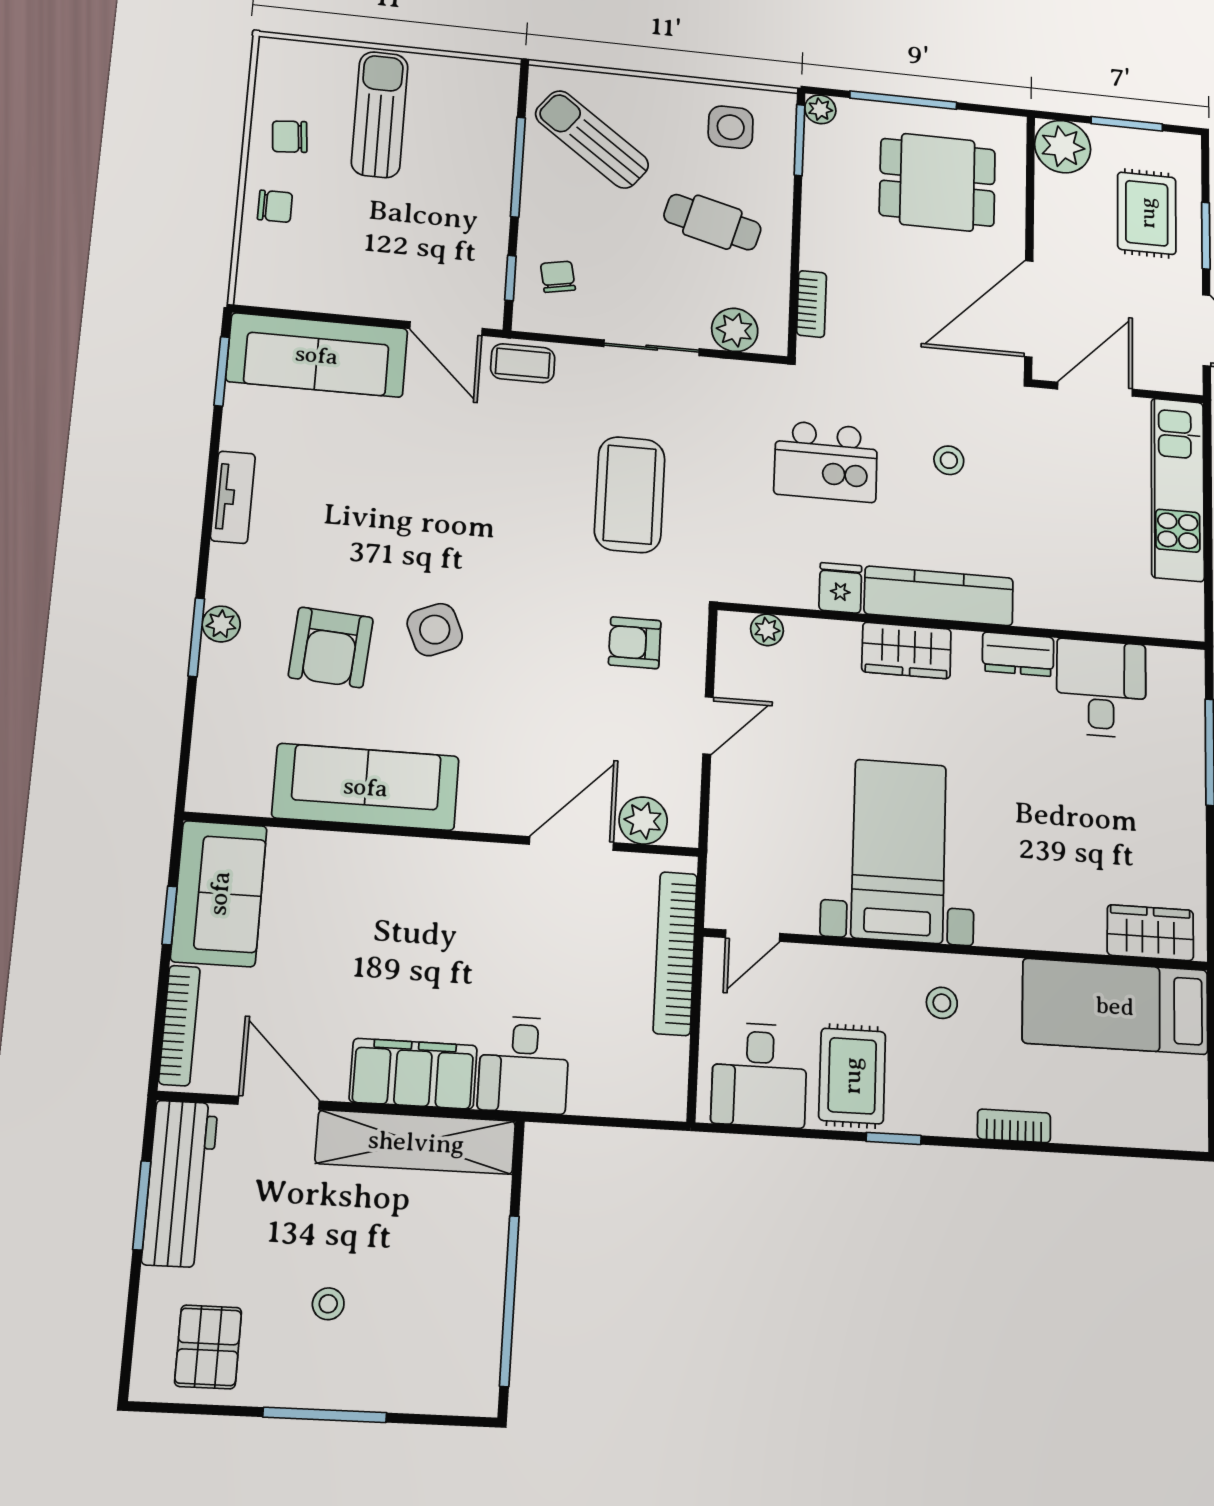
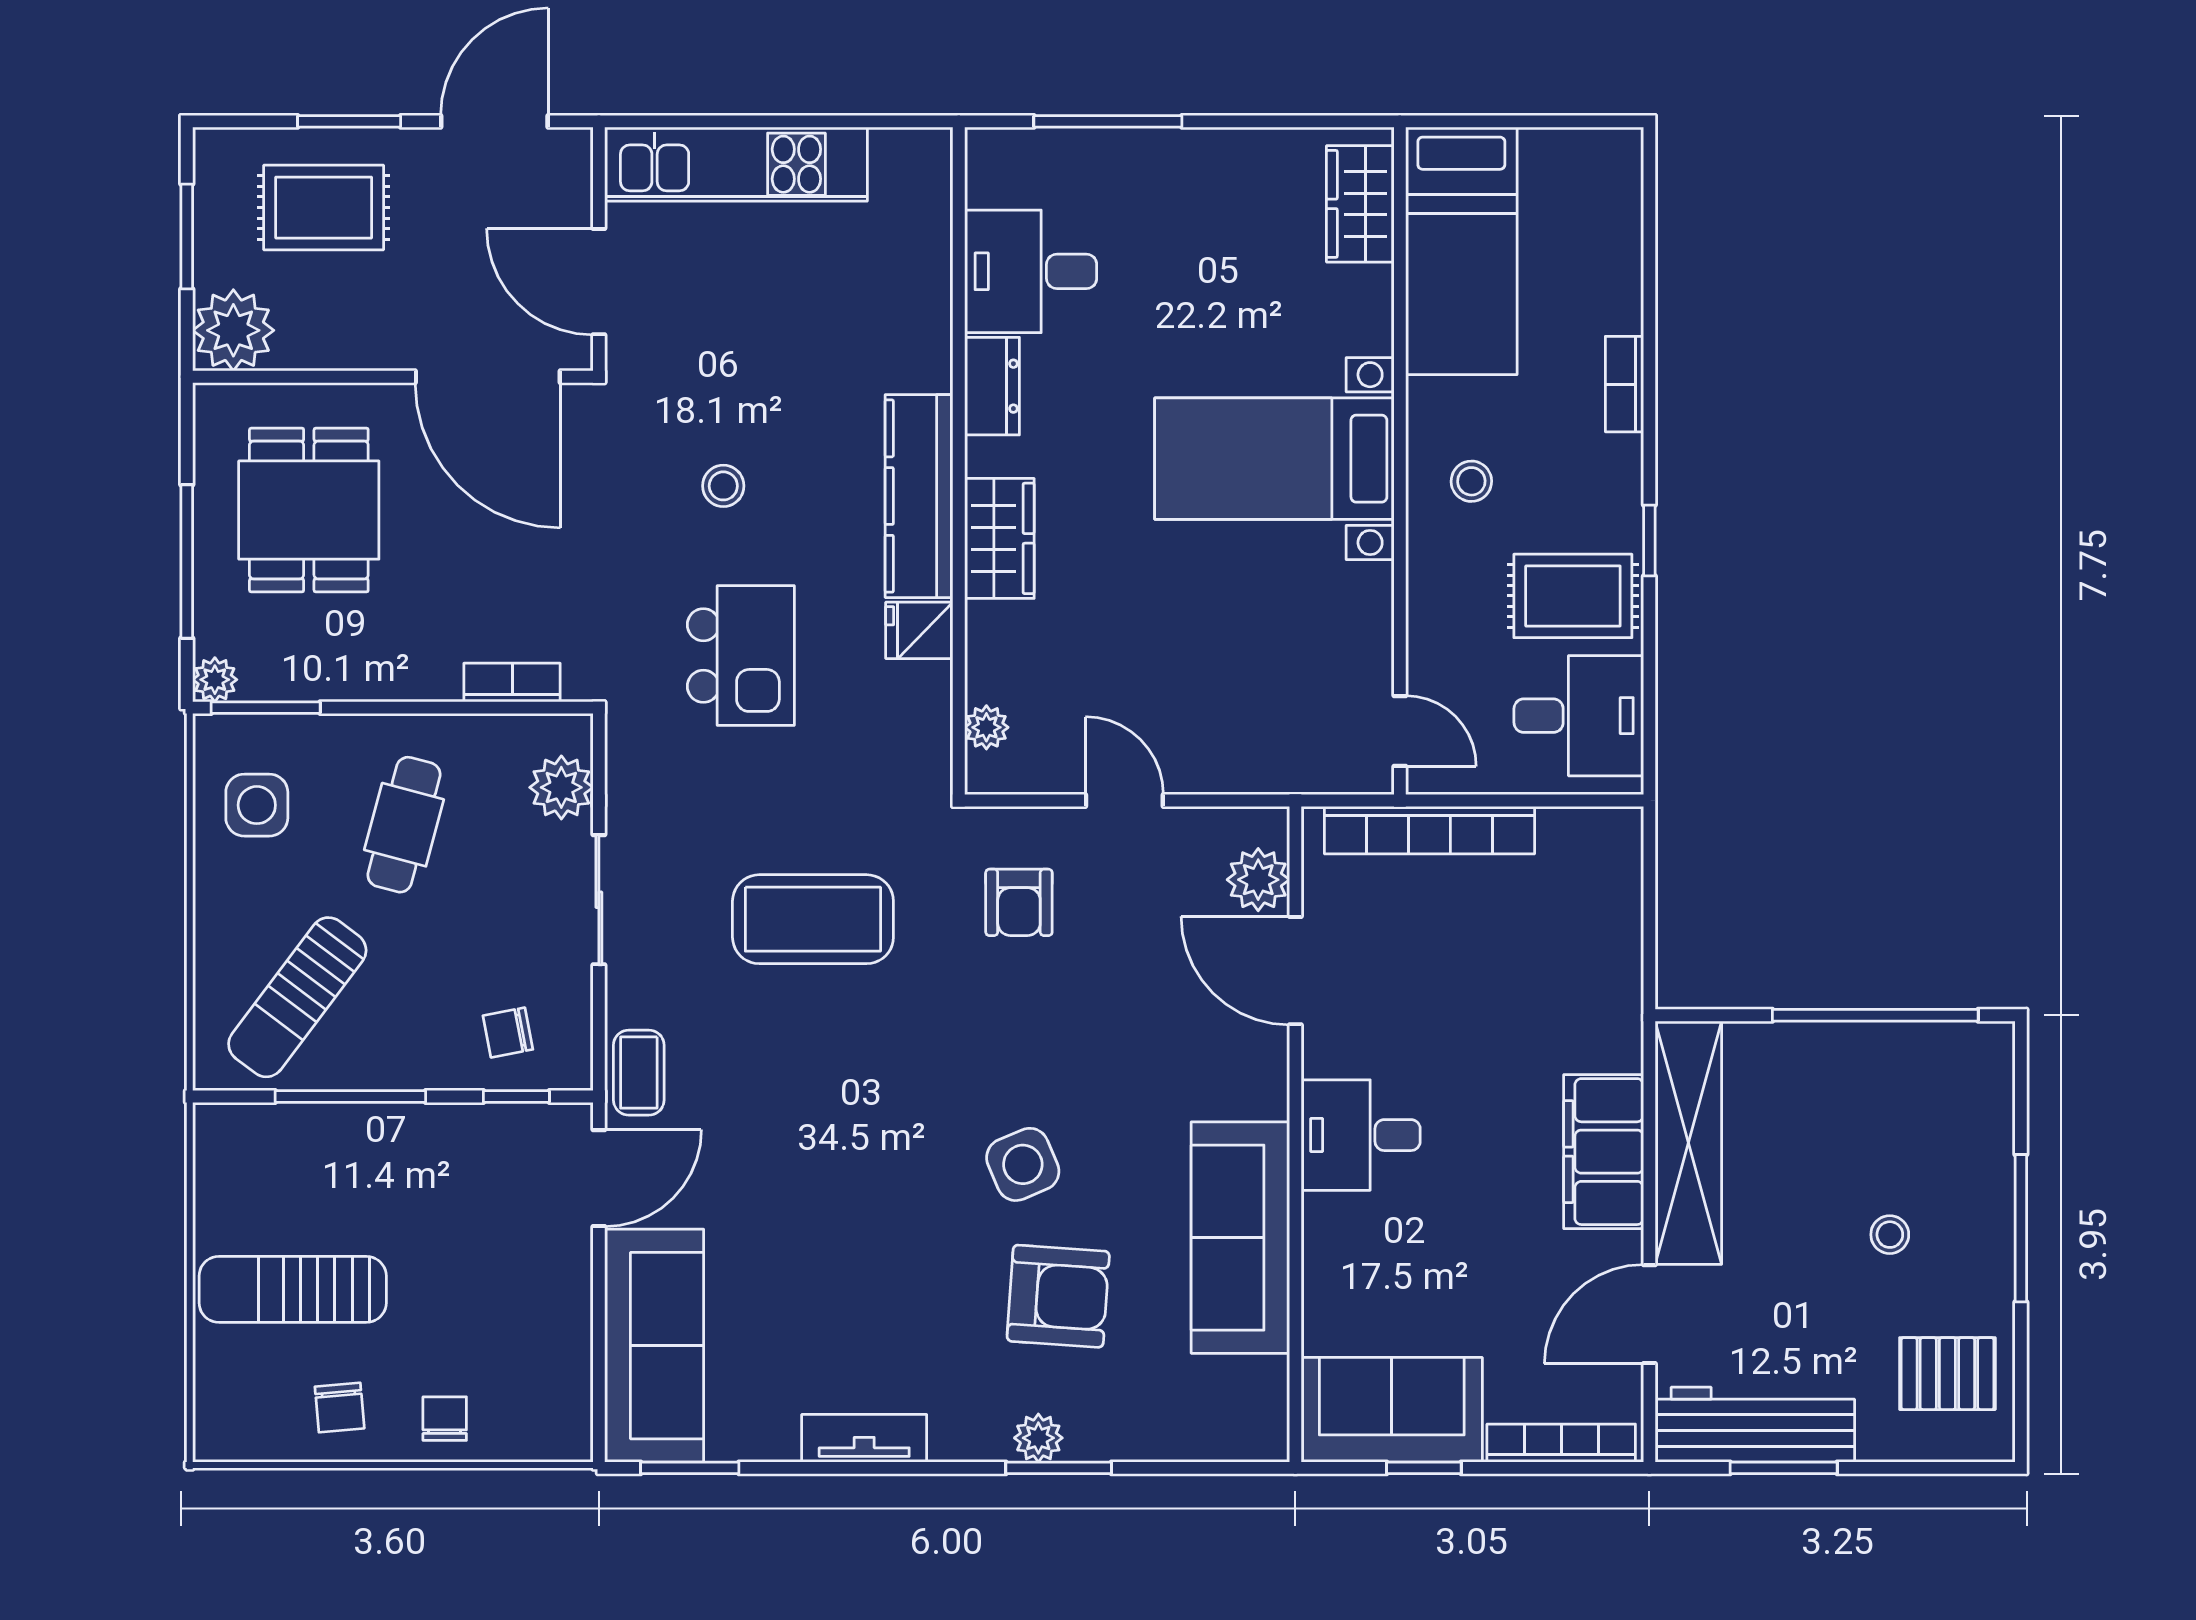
bed with nightstands: (899, 851) -> (1274, 459), moved
desk: (524, 1065) -> (1361, 1135), moved, turned 180

